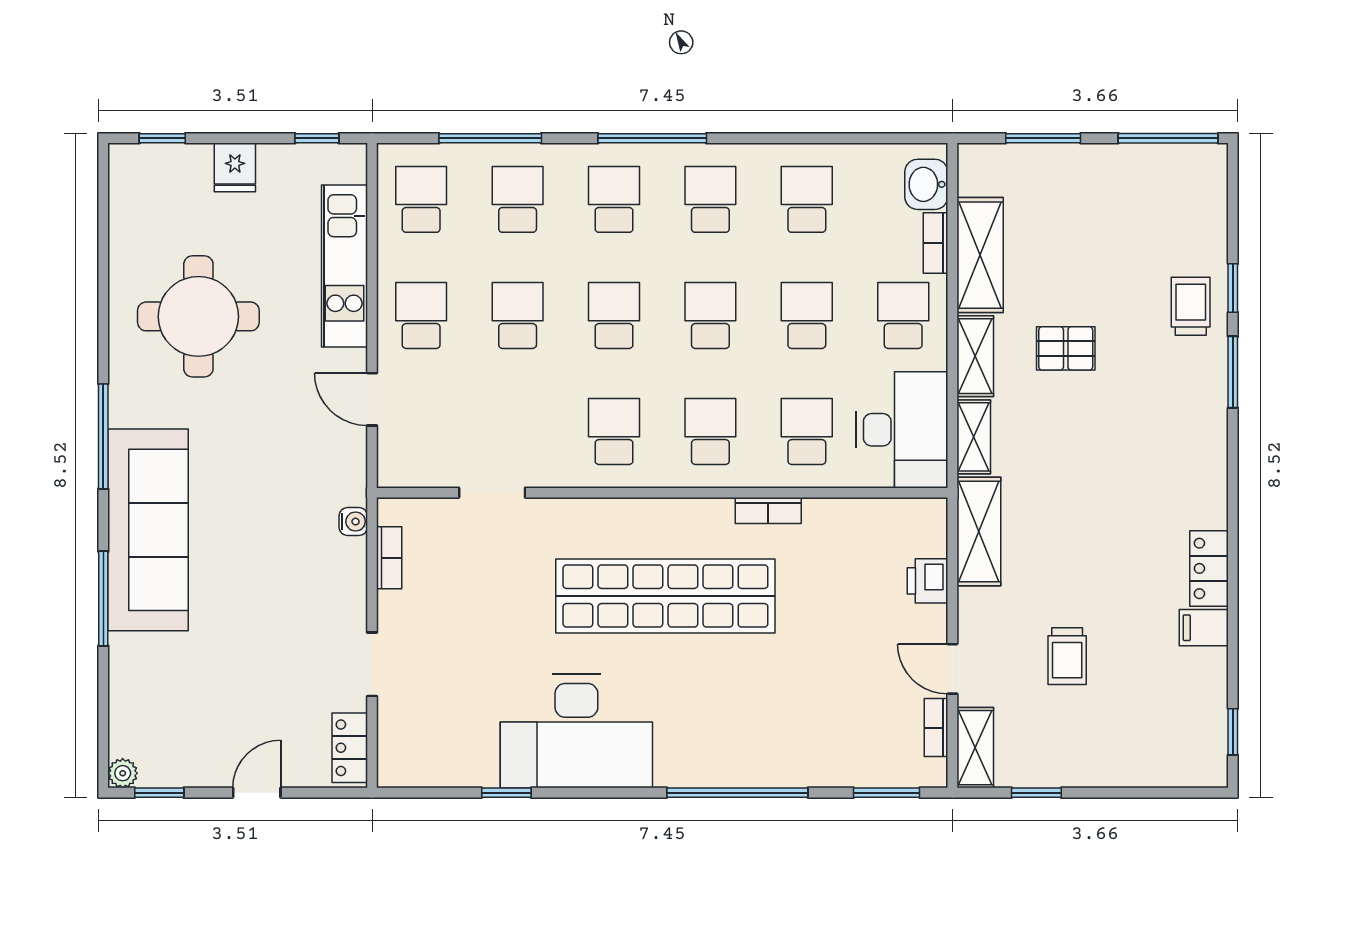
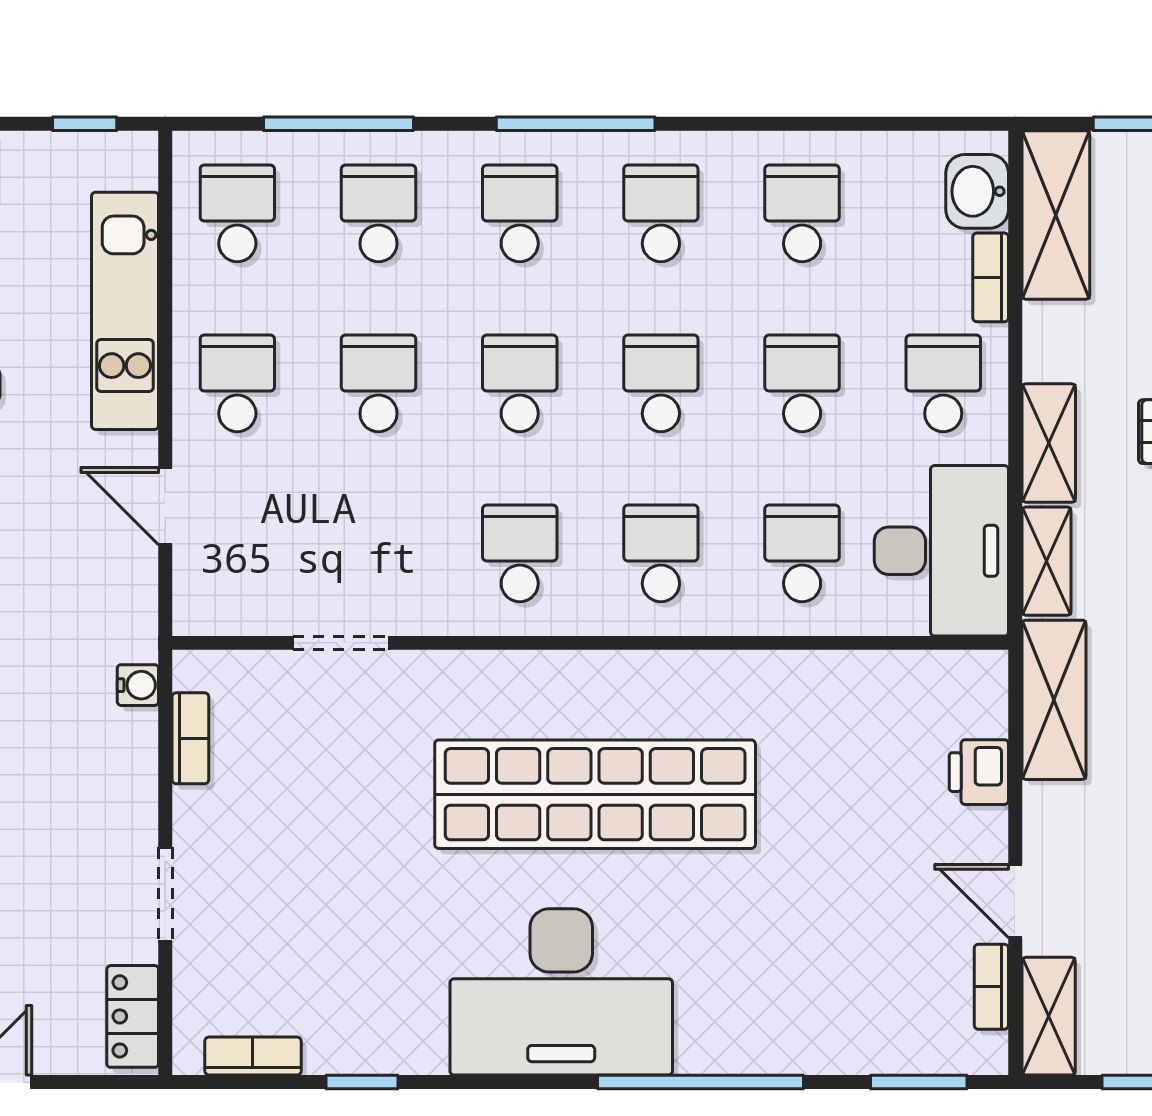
shelving: (980, 255) -> (1056, 215), moved
bookcase: (768, 510) -> (253, 1056), moved, turned 180
desk: (576, 731) -> (561, 992), moved

